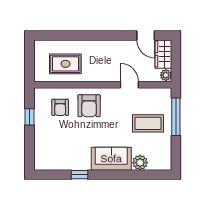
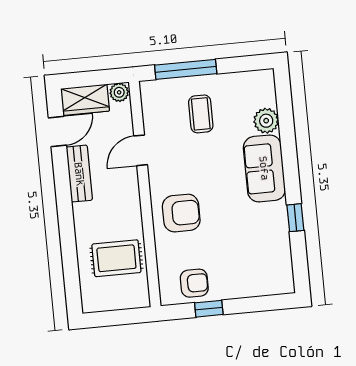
bench: (119, 46) -> (79, 174), added
rug: (65, 64) -> (116, 258), turned 90
armchair: (60, 107) -> (194, 283), moved
coffee table: (148, 123) -> (201, 114), width x0.73, depth x0.77

